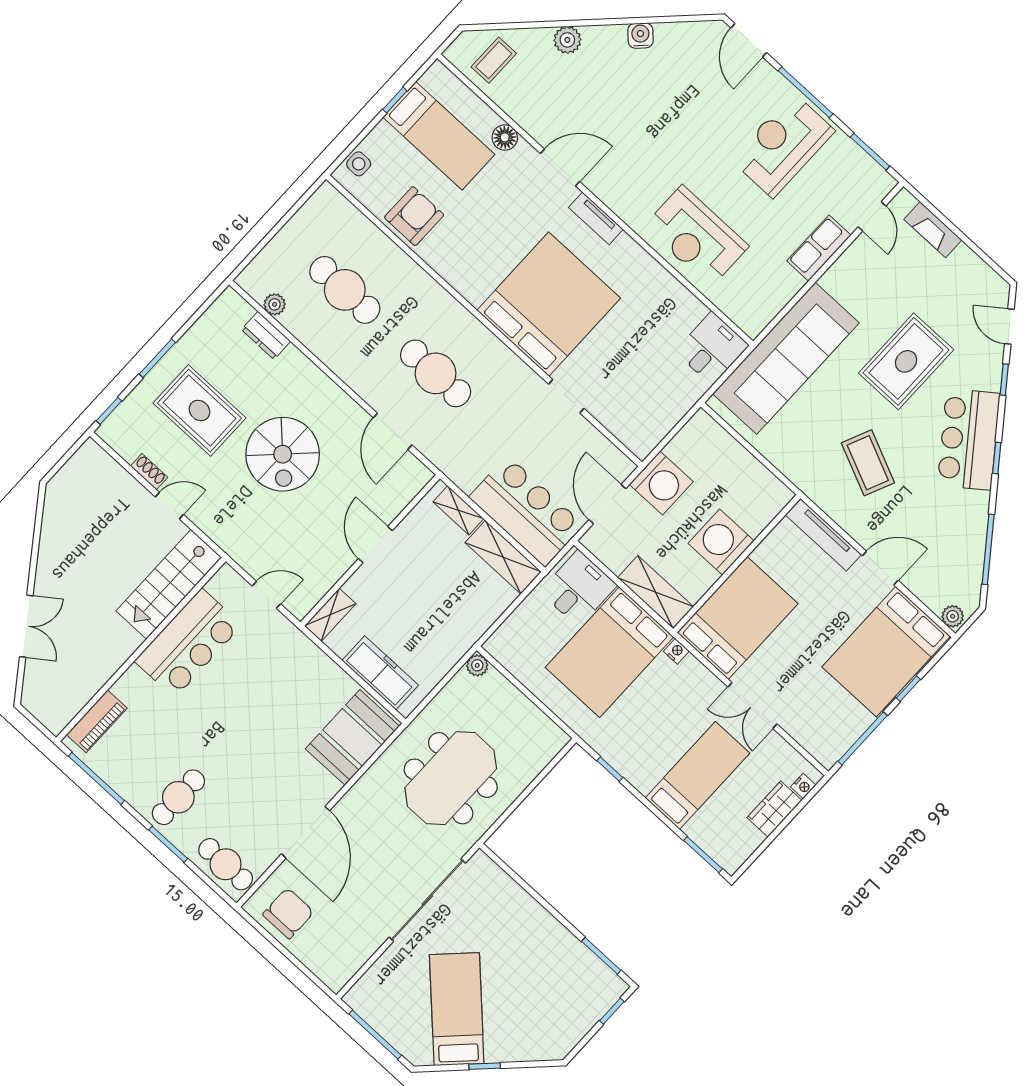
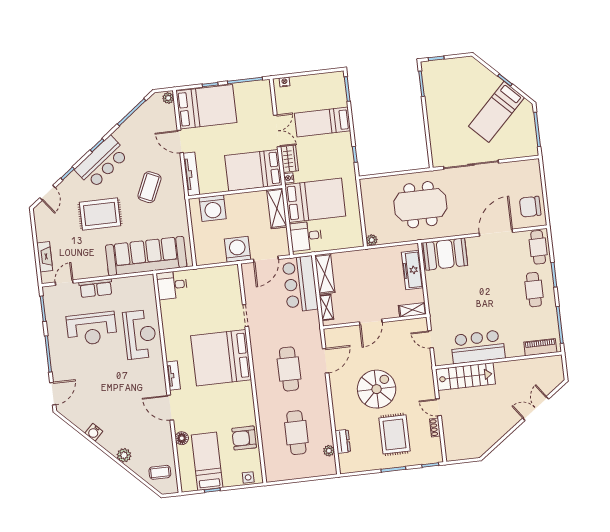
reception desk: (783, 145) -> (92, 329), moved
washing machine: (721, 542) -> (213, 208), moved
cafe table: (178, 797) -> (534, 290), turned 90
wardrobe: (774, 809) -> (289, 159), moved, turned -90

